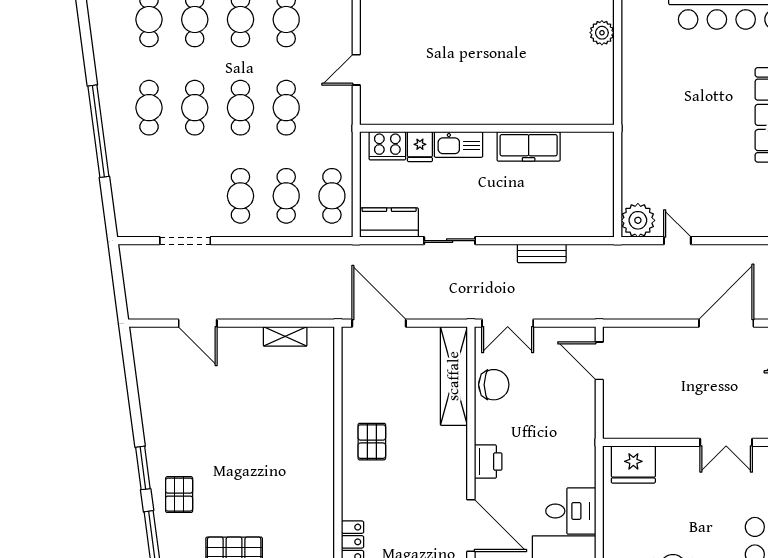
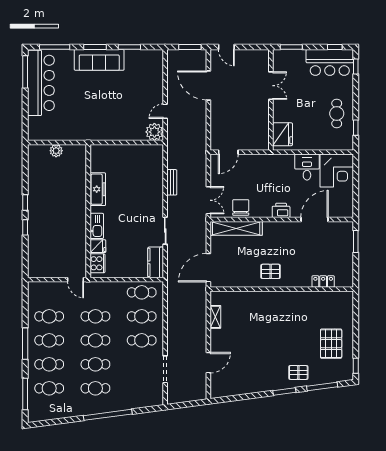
wall: (487, 128) -> (88, 211), moved
kitchen sink: (459, 144) -> (97, 226), moved
cooker: (387, 146) -> (97, 263), moved
freezer: (529, 146) -> (98, 189), moved
fridge: (420, 147) -> (98, 246), moved

